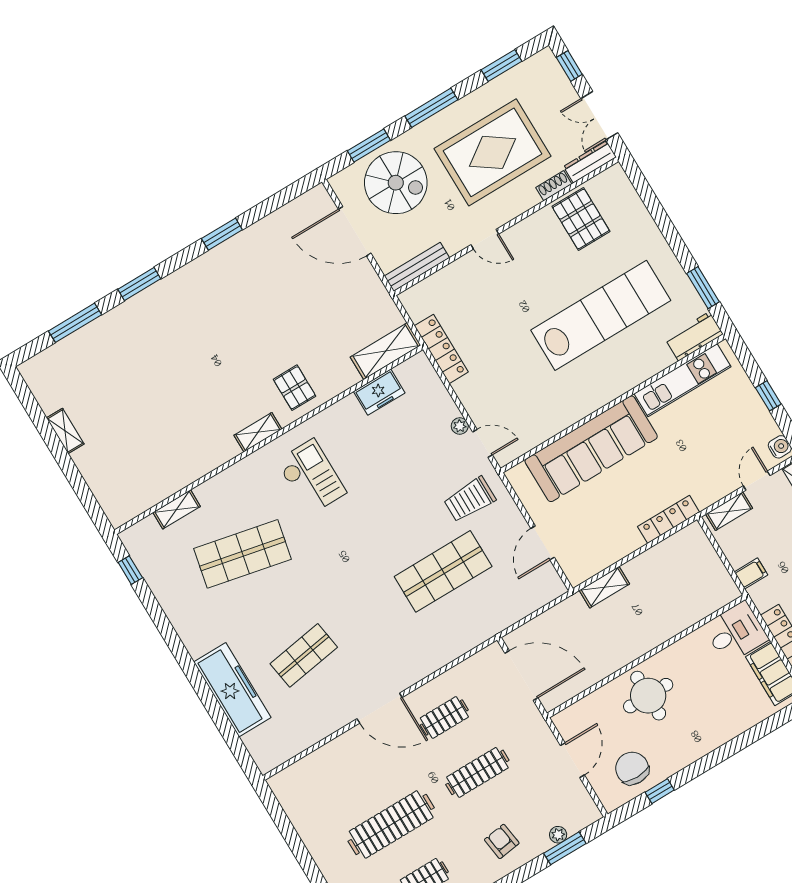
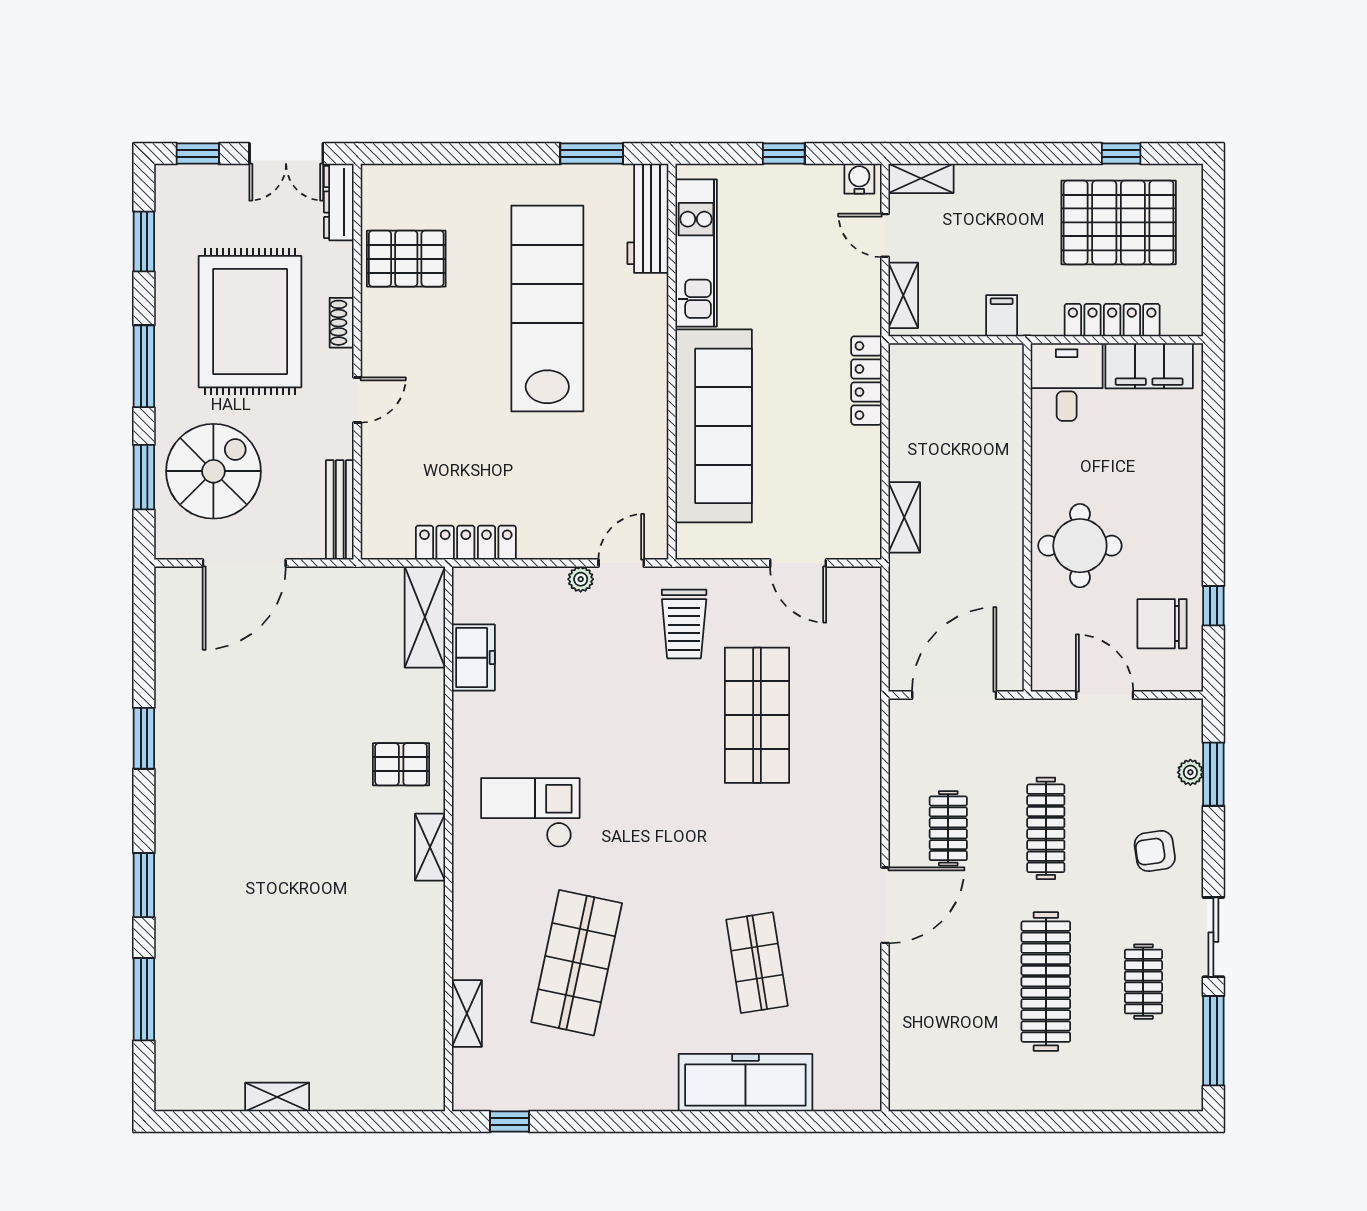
shoe rack: (554, 186) -> (342, 323), moved
workbench: (694, 336) -> (648, 218), width x1.38

